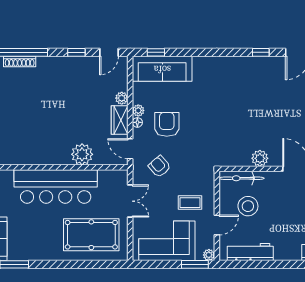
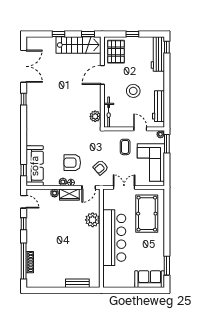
plant: (260, 158) -> (95, 116), moved
stool: (248, 206) -> (133, 91), moved

